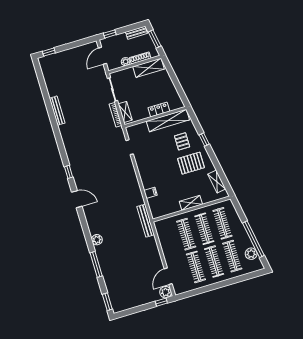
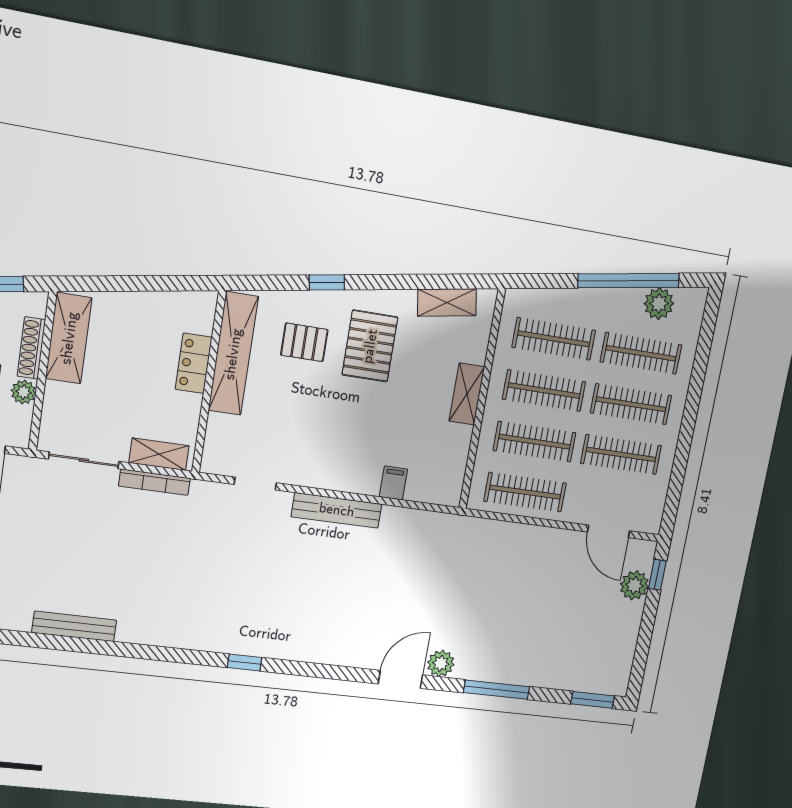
door: (77, 199) -> (400, 679), moved
bench: (146, 221) -> (337, 510), moved
clothes rail: (168, 240) -> (525, 492), added
plant: (166, 292) -> (634, 585), moved

